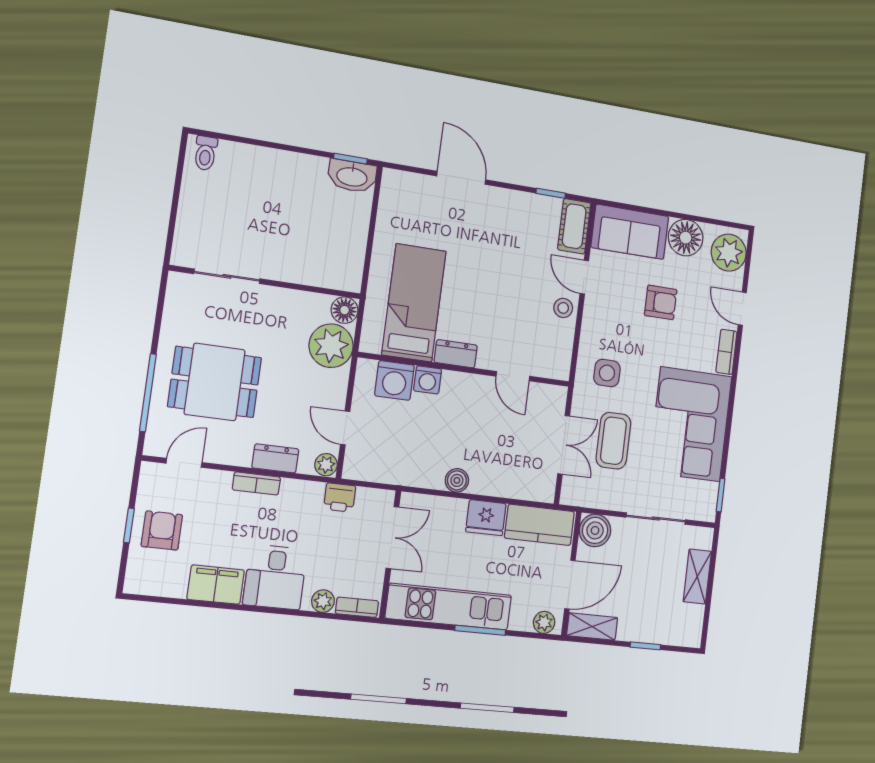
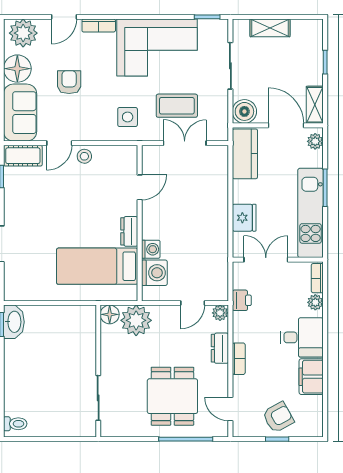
boiler: (457, 480) -> (220, 219), removed
fridge: (486, 518) -> (244, 218), moved
armchair: (162, 530) -> (278, 417), turned 151

